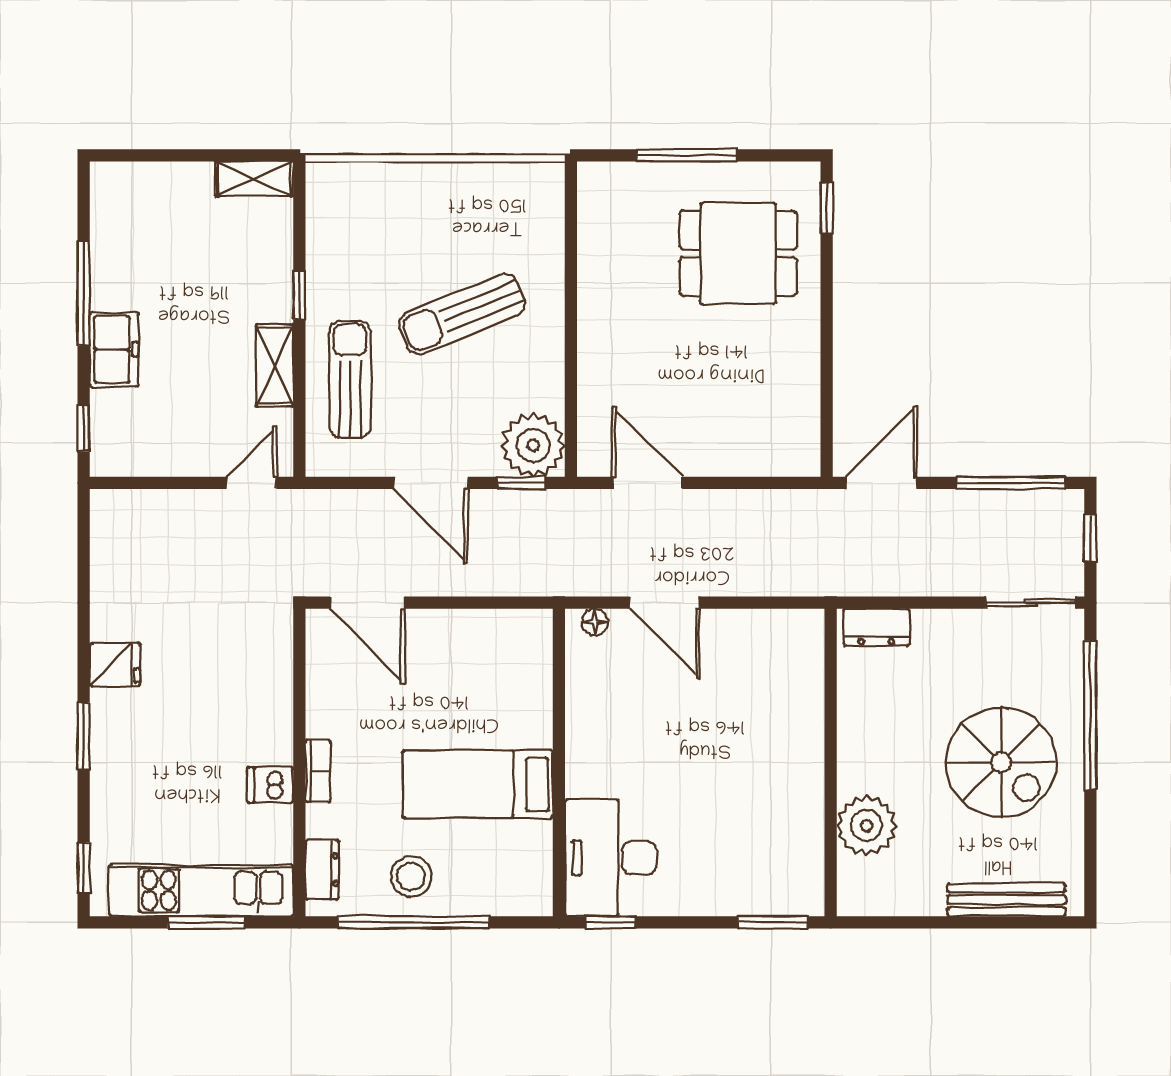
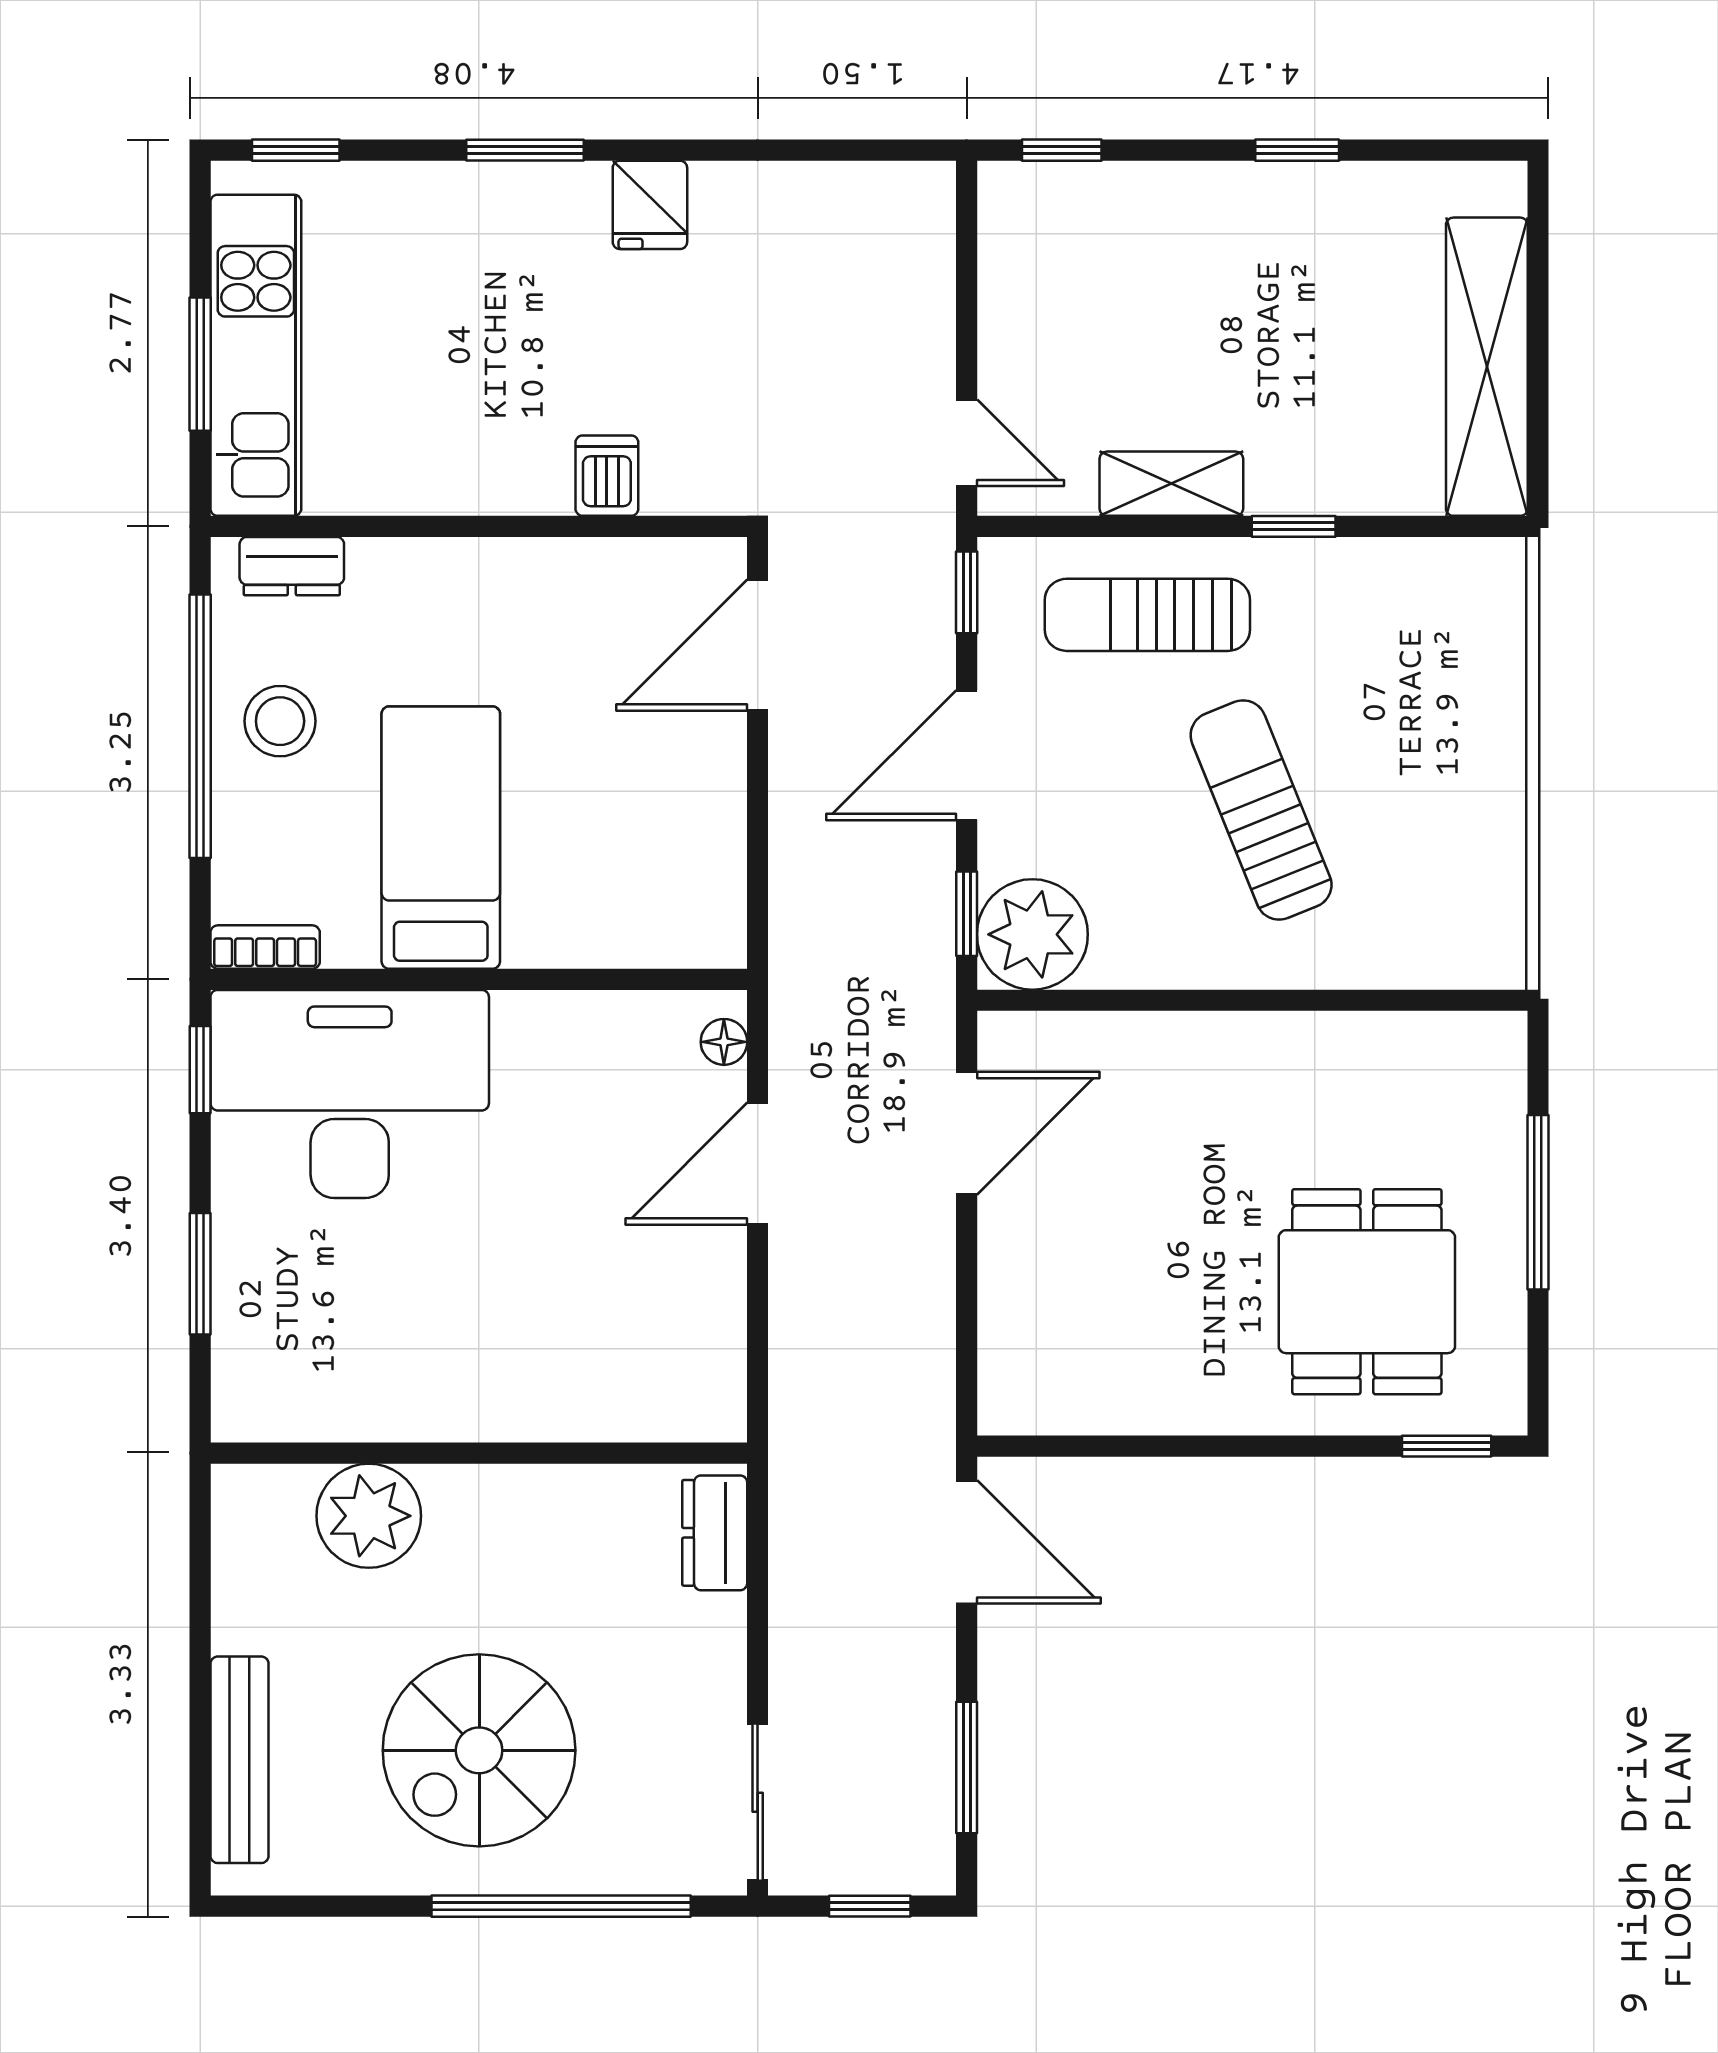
shelving: (254, 179) -> (1487, 367), width x2.20, depth x1.33
window: (84, 293) -> (1297, 150), width x0.46
freezer: (114, 349) -> (1200, 203), removed
sun lounger: (350, 379) -> (1147, 615), turned 180
window: (337, 483) -> (967, 592), added
window: (1011, 483) -> (967, 1767), width x0.69
bookcase: (318, 771) -> (265, 947), moved, turned 180
dishwasher: (270, 785) -> (607, 476), moved
desk: (611, 858) -> (350, 1094), width x1.36, depth x1.30
window: (773, 922) -> (200, 1274), moved

